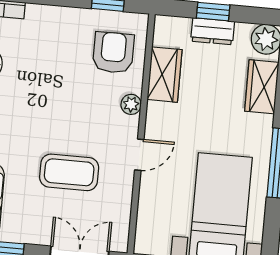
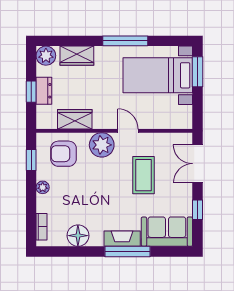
plant: (65, 16) -> (43, 187), added
plant: (131, 104) -> (102, 145), width x1.88, depth x1.88

